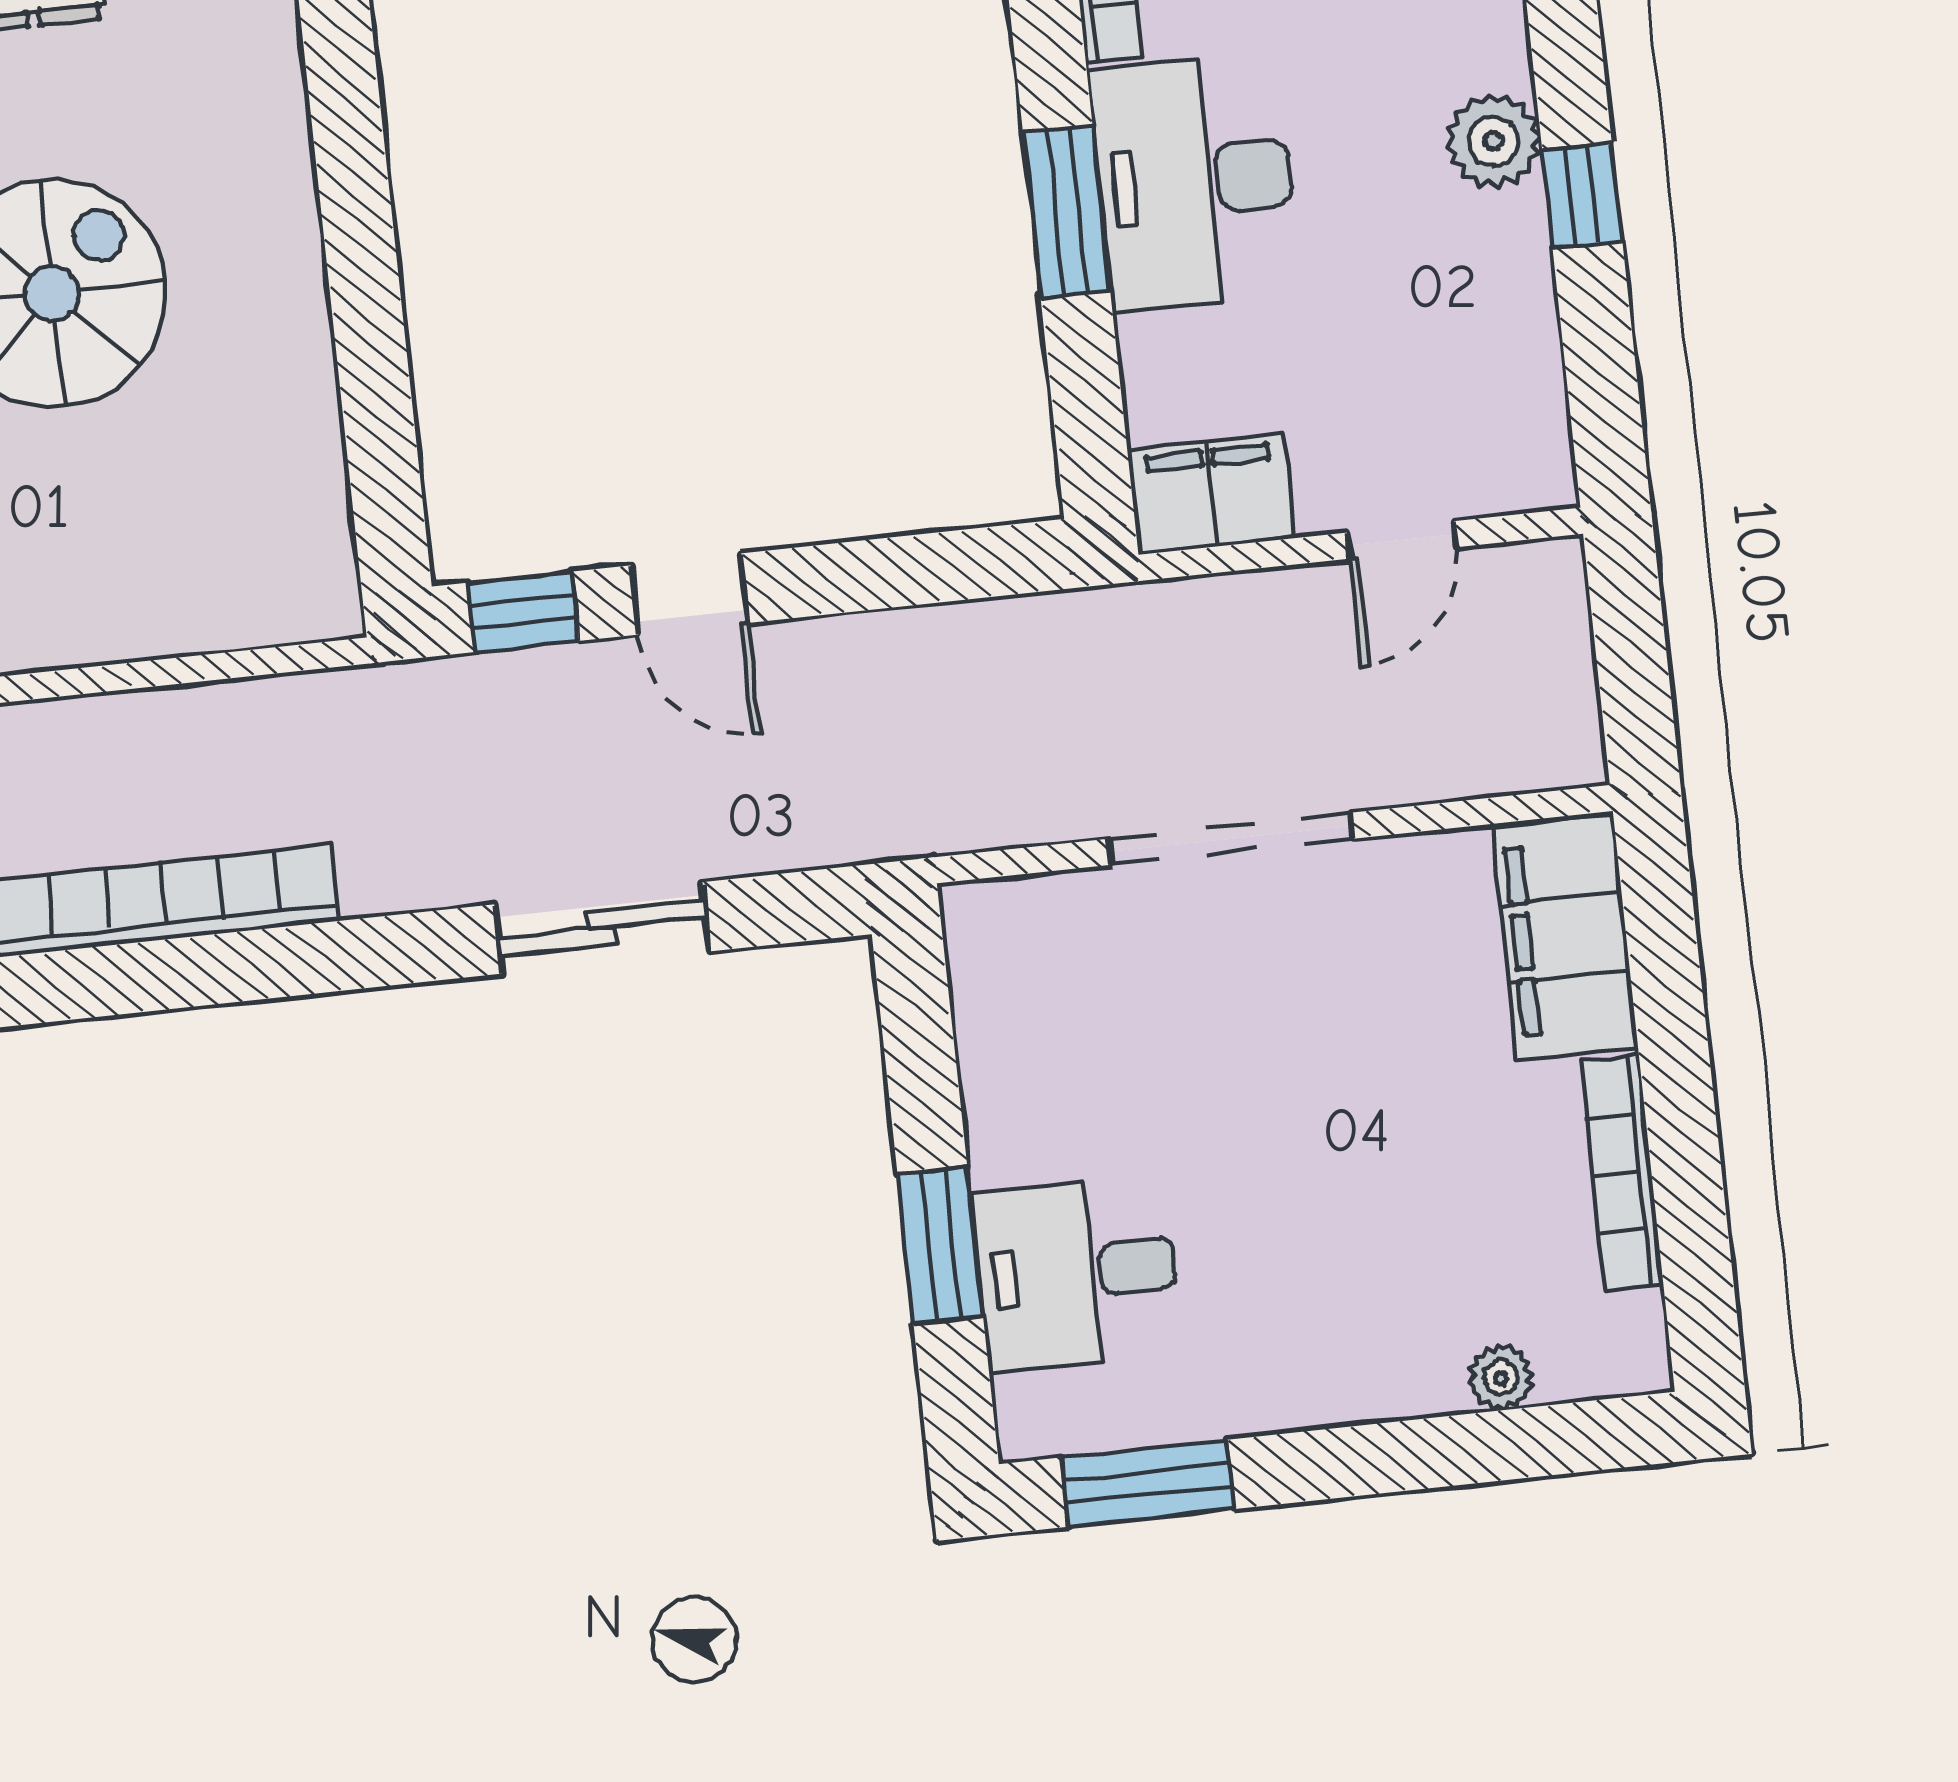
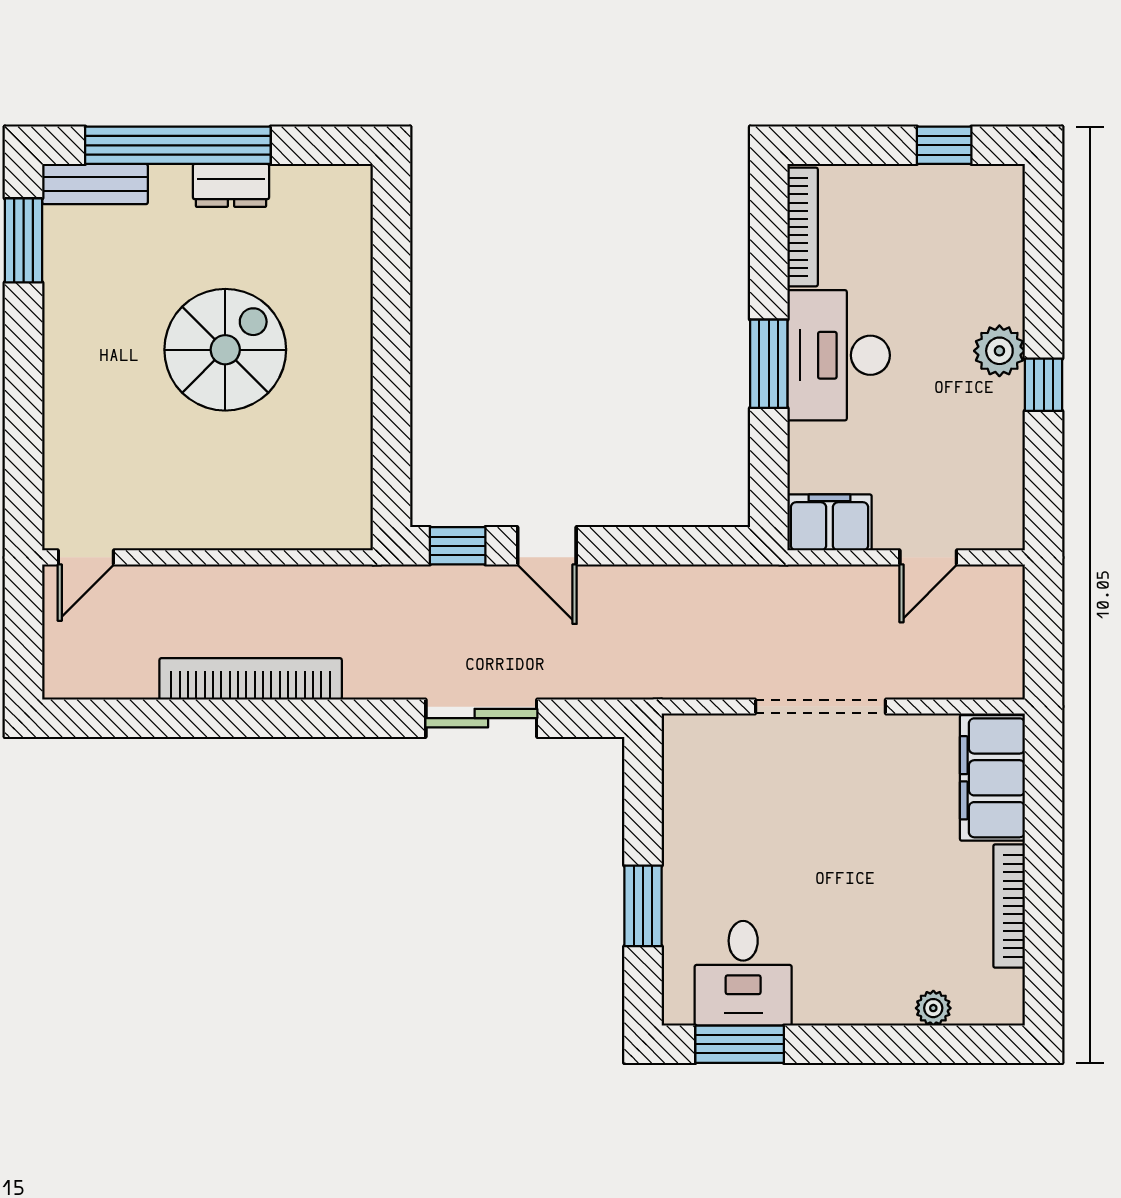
desk: (1077, 1272) -> (743, 973), moved, turned -90

